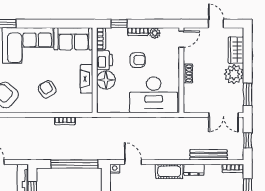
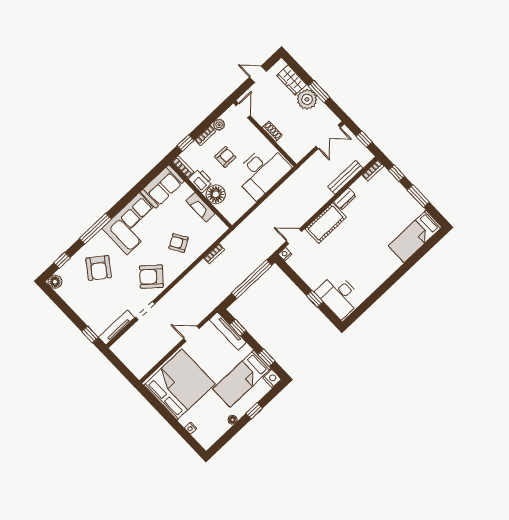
window: (248, 94) -> (319, 92), moved
cot: (169, 171) -> (326, 223), width x1.37, depth x1.34

